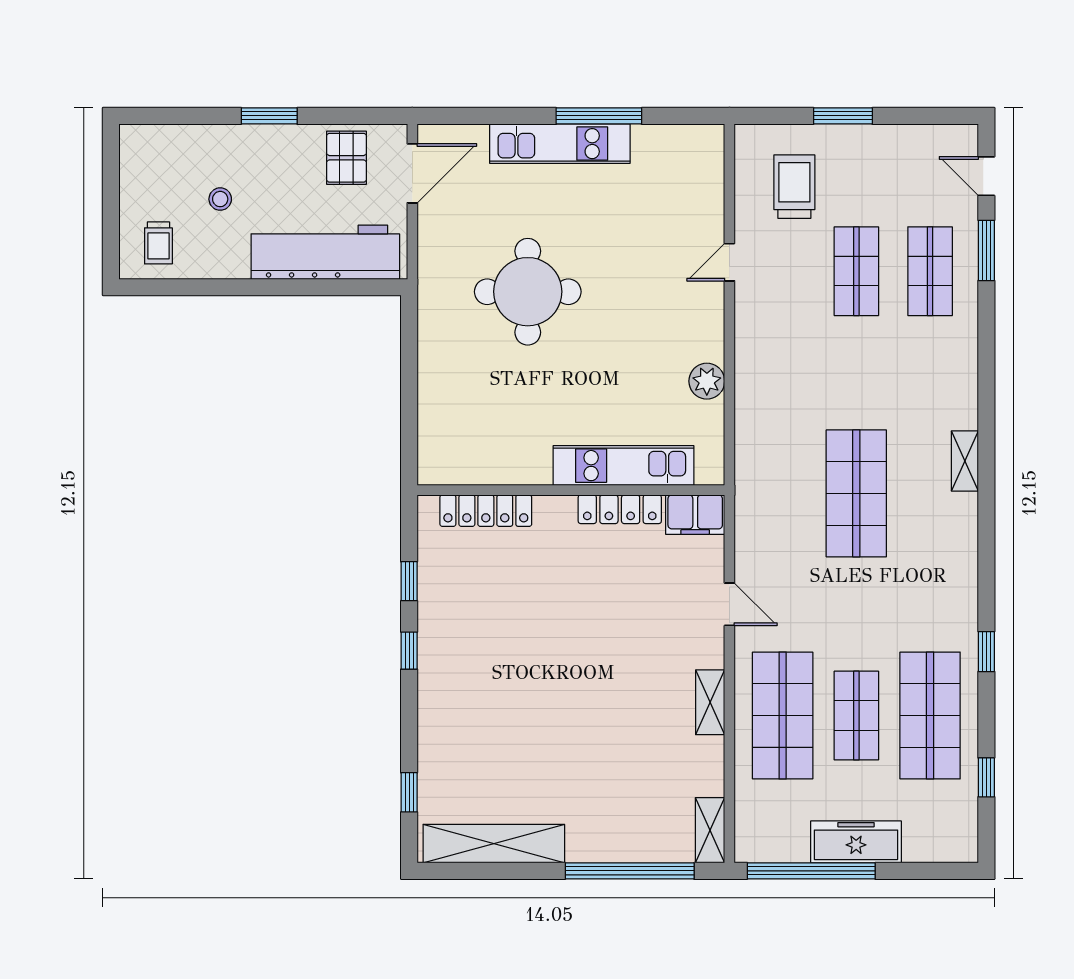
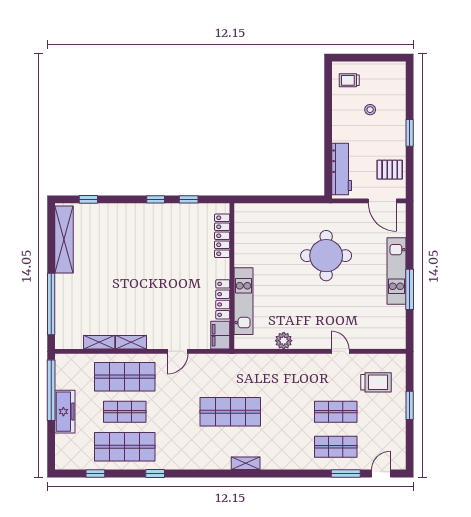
workbench: (325, 252) -> (342, 169), width x0.73, depth x0.76
shelving: (710, 830) -> (99, 342), moved

